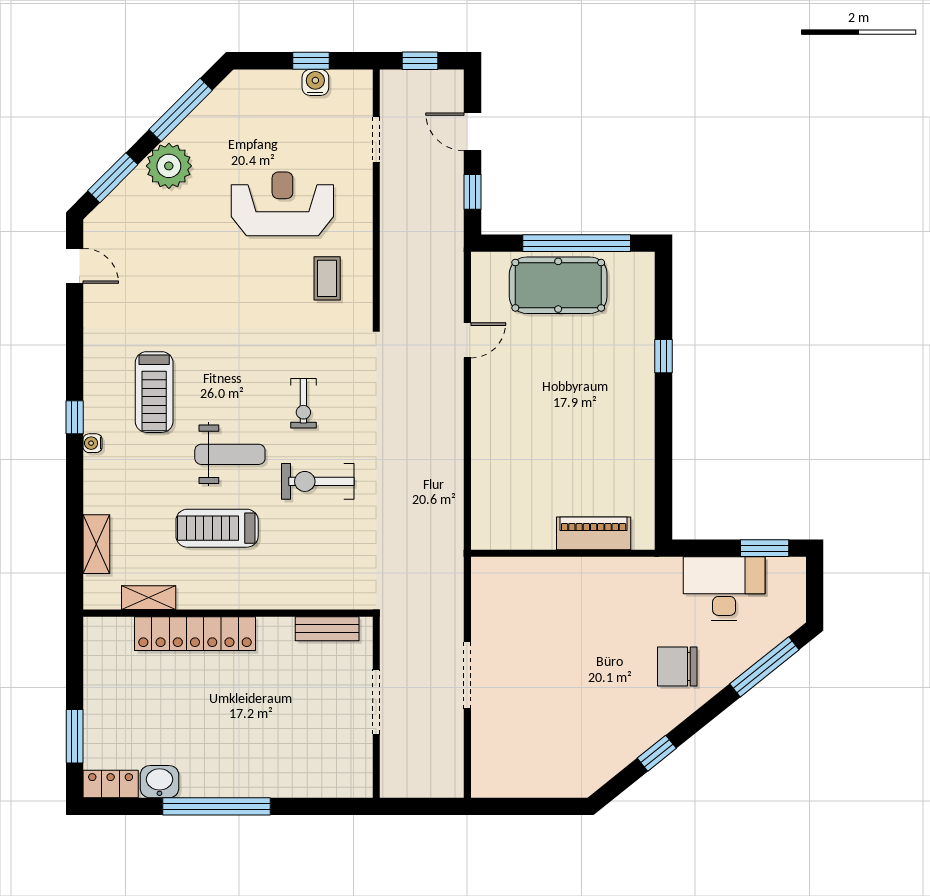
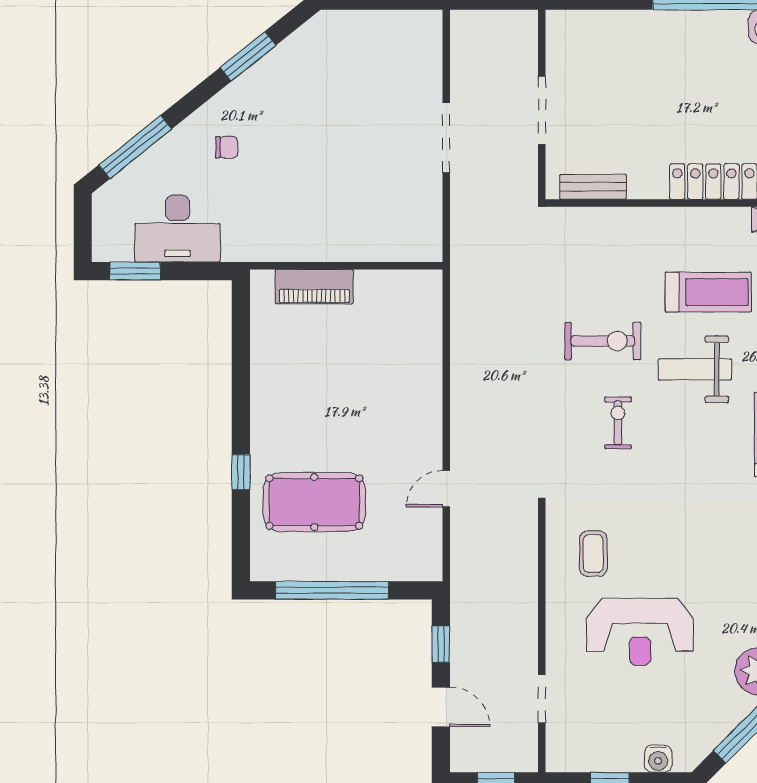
water cooler: (315, 82) -> (658, 759), moved
pool table: (558, 285) -> (314, 502), moved
chair: (677, 666) -> (227, 147), width x0.54, depth x0.54
window: (657, 753) -> (248, 56), width x1.50

